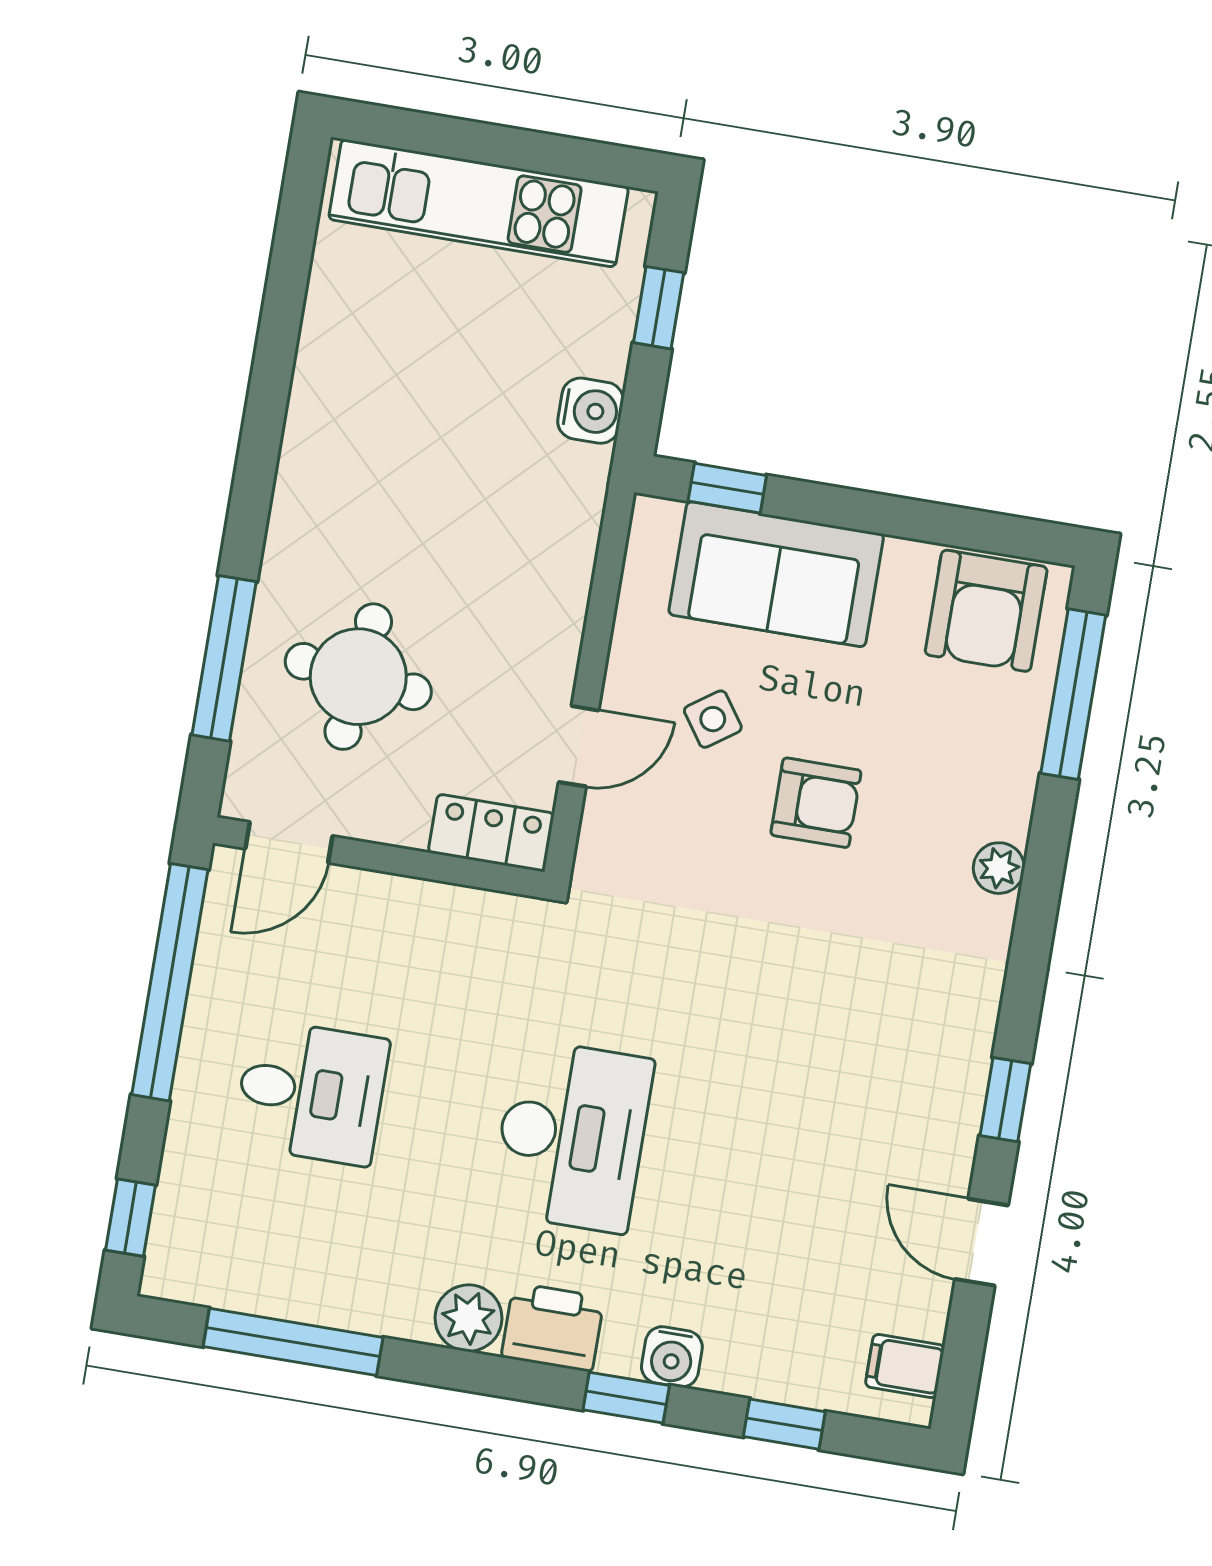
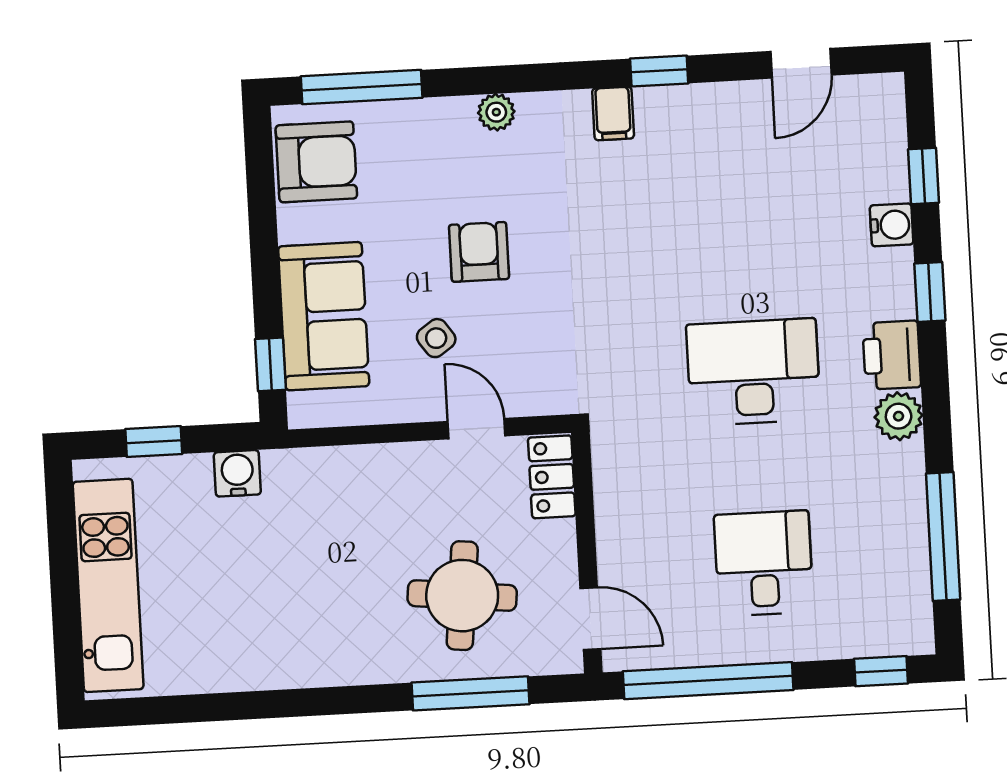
door: (982, 1242) -> (801, 63), moved
water cooler: (672, 1357) -> (892, 225), moved
filing cabinet: (905, 1366) -> (613, 113), moved

